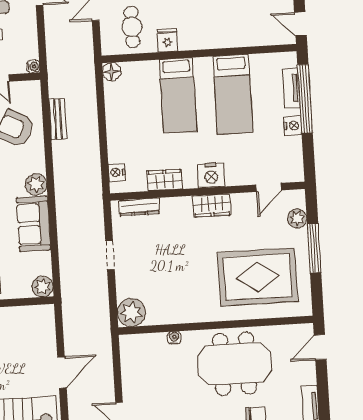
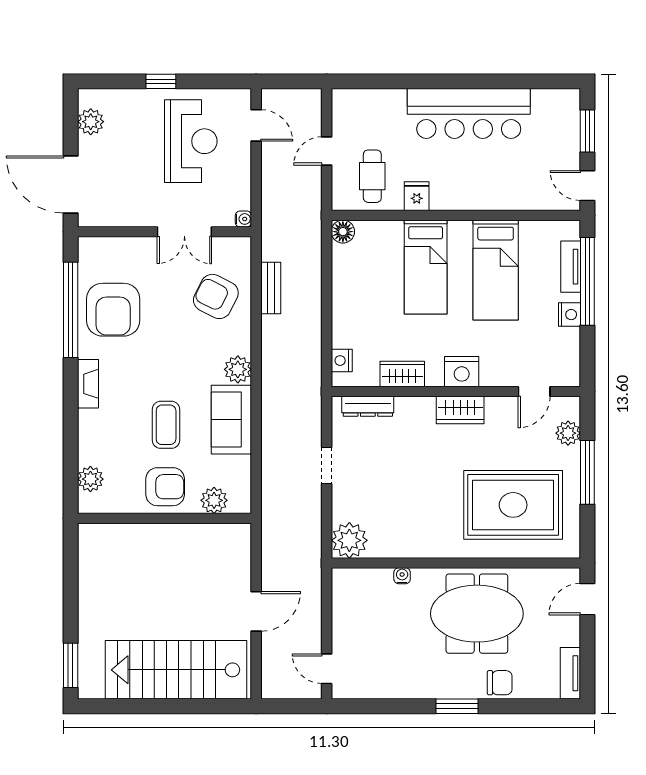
plant: (43, 287) -> (214, 500), moved

